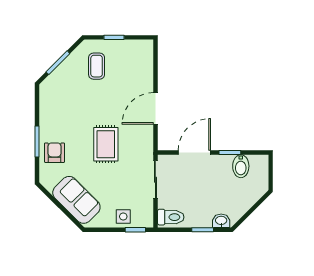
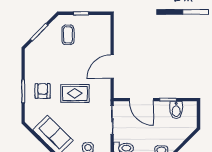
rug: (106, 144) -> (75, 93), turned 90
armchair: (54, 153) -> (43, 91), moved
door: (194, 153) -> (141, 100), swing flipped

